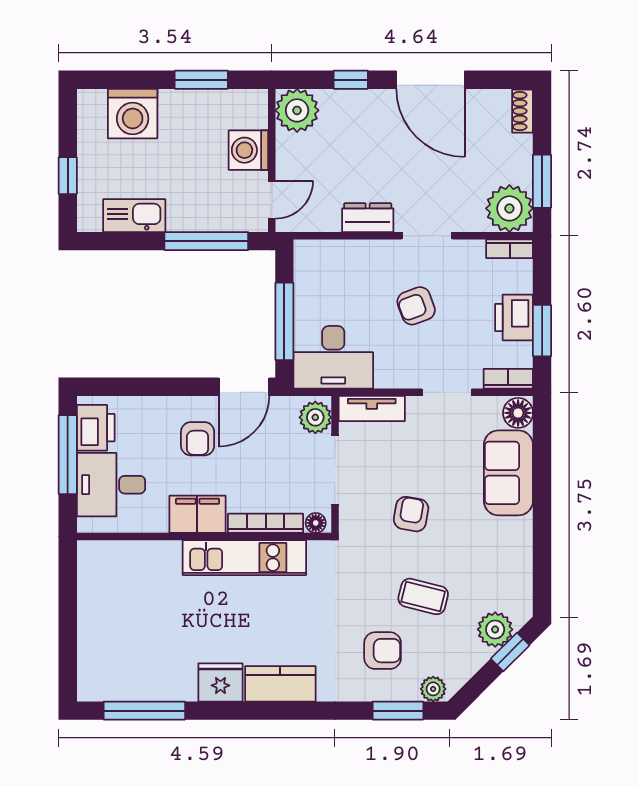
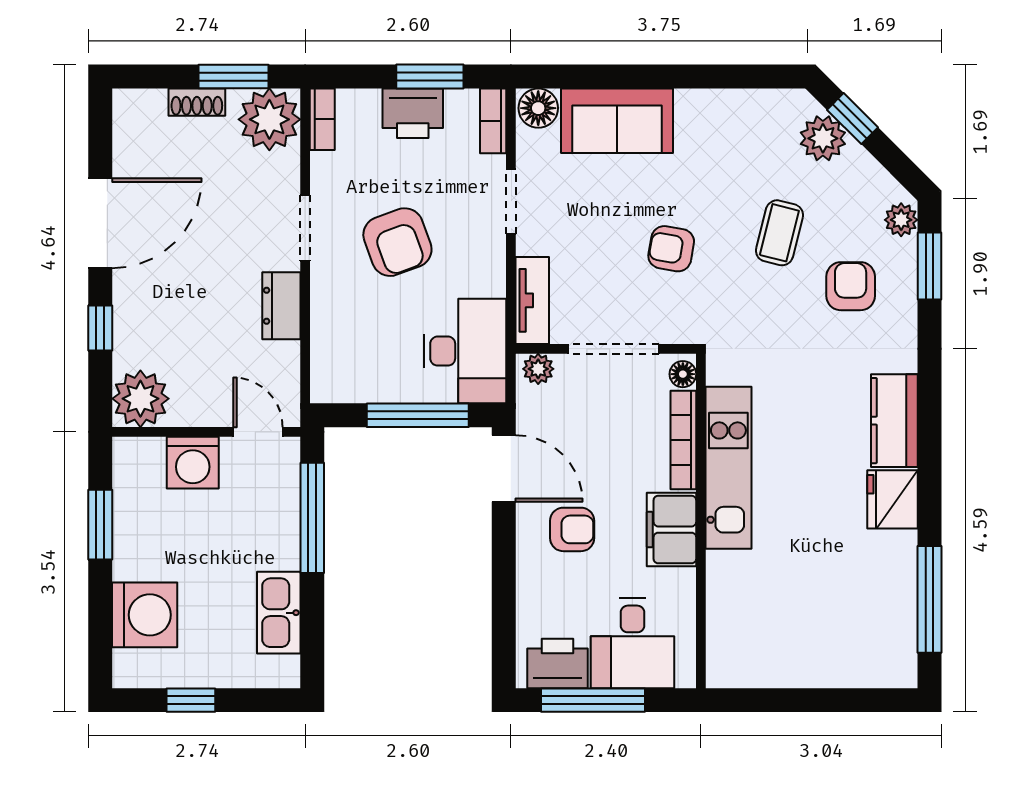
shoe rack: (523, 111) -> (197, 102), moved
window: (68, 176) -> (191, 700), moved
armchair: (416, 306) -> (397, 242), width x1.38, depth x1.38
plant: (315, 417) -> (538, 369), width x0.73, depth x0.73

